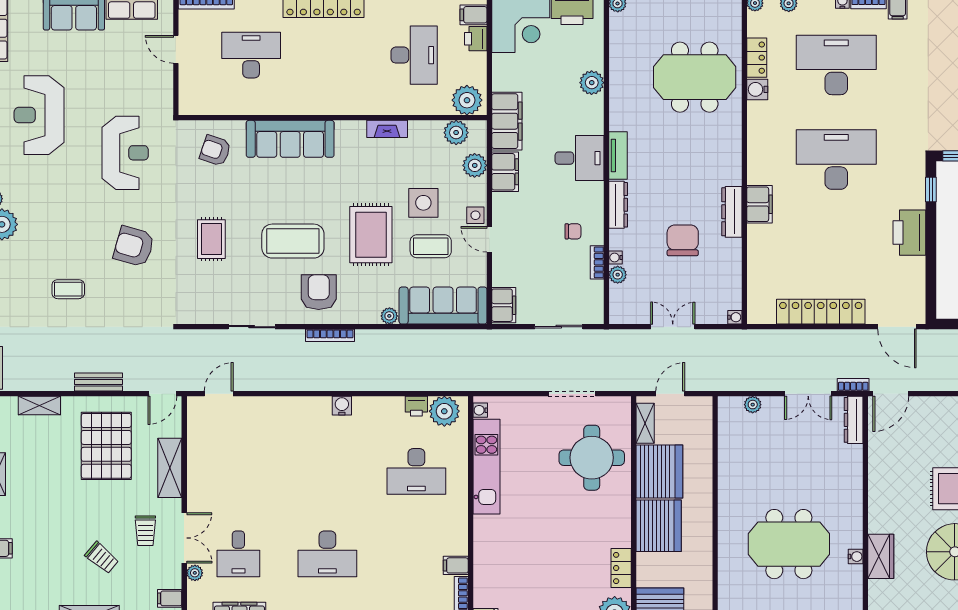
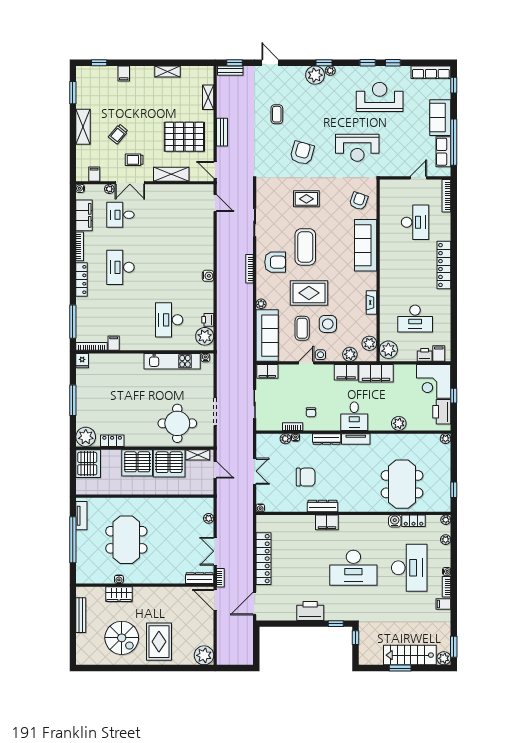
desk: (836, 160) -> (353, 568), turned 90

